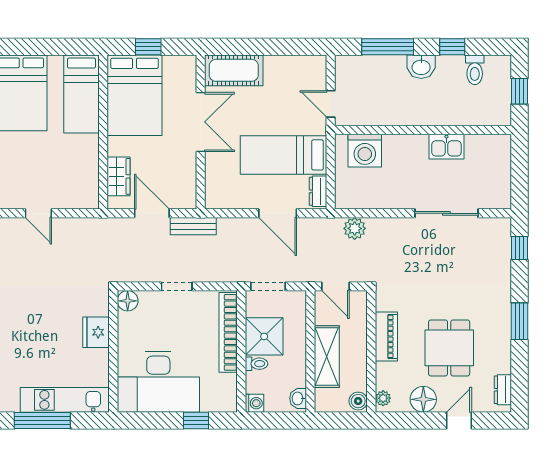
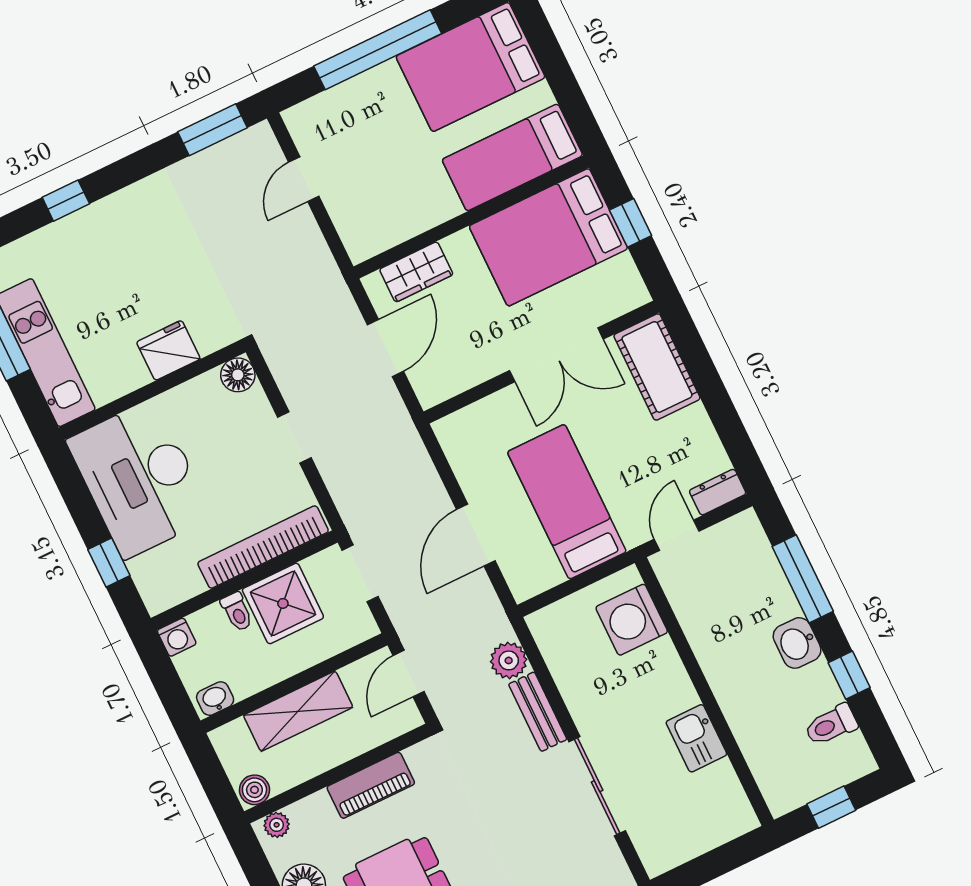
dresser: (318, 191) -> (718, 492), moved
bench: (193, 226) -> (538, 712), moved

